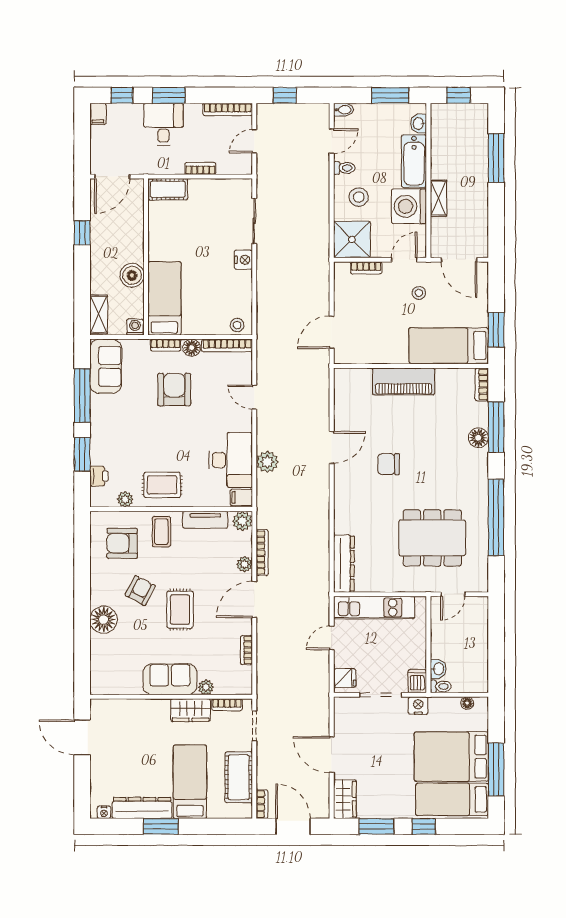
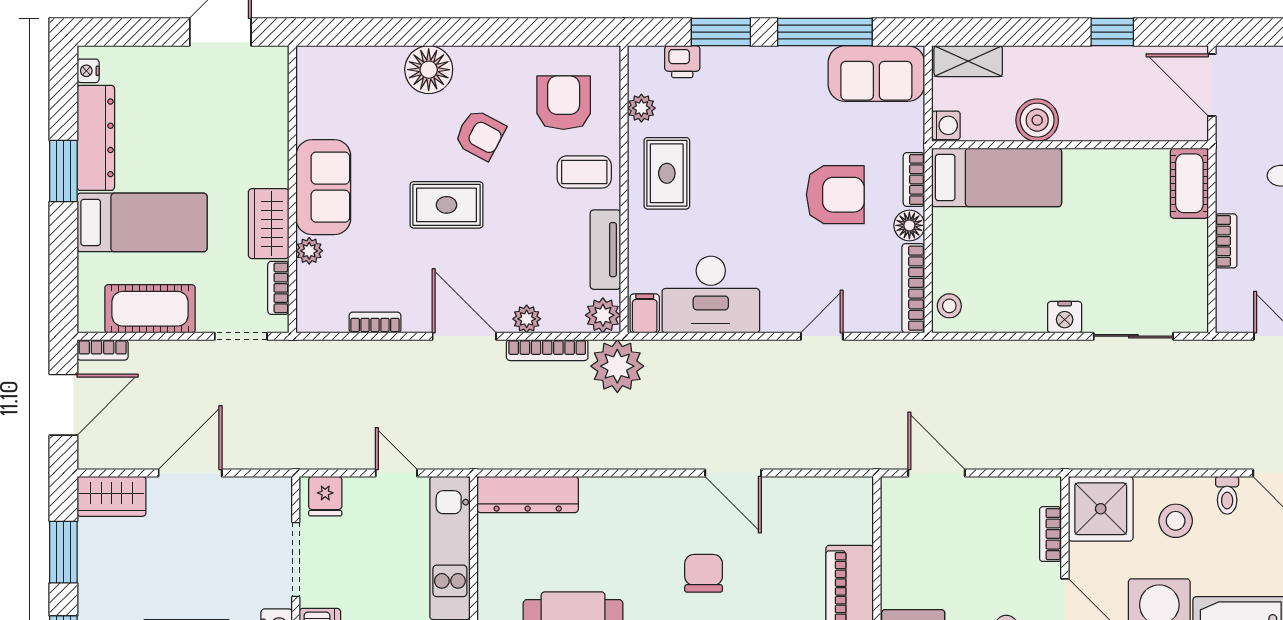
plant: (267, 462) -> (617, 366), moved, width x1.36, depth x1.36

